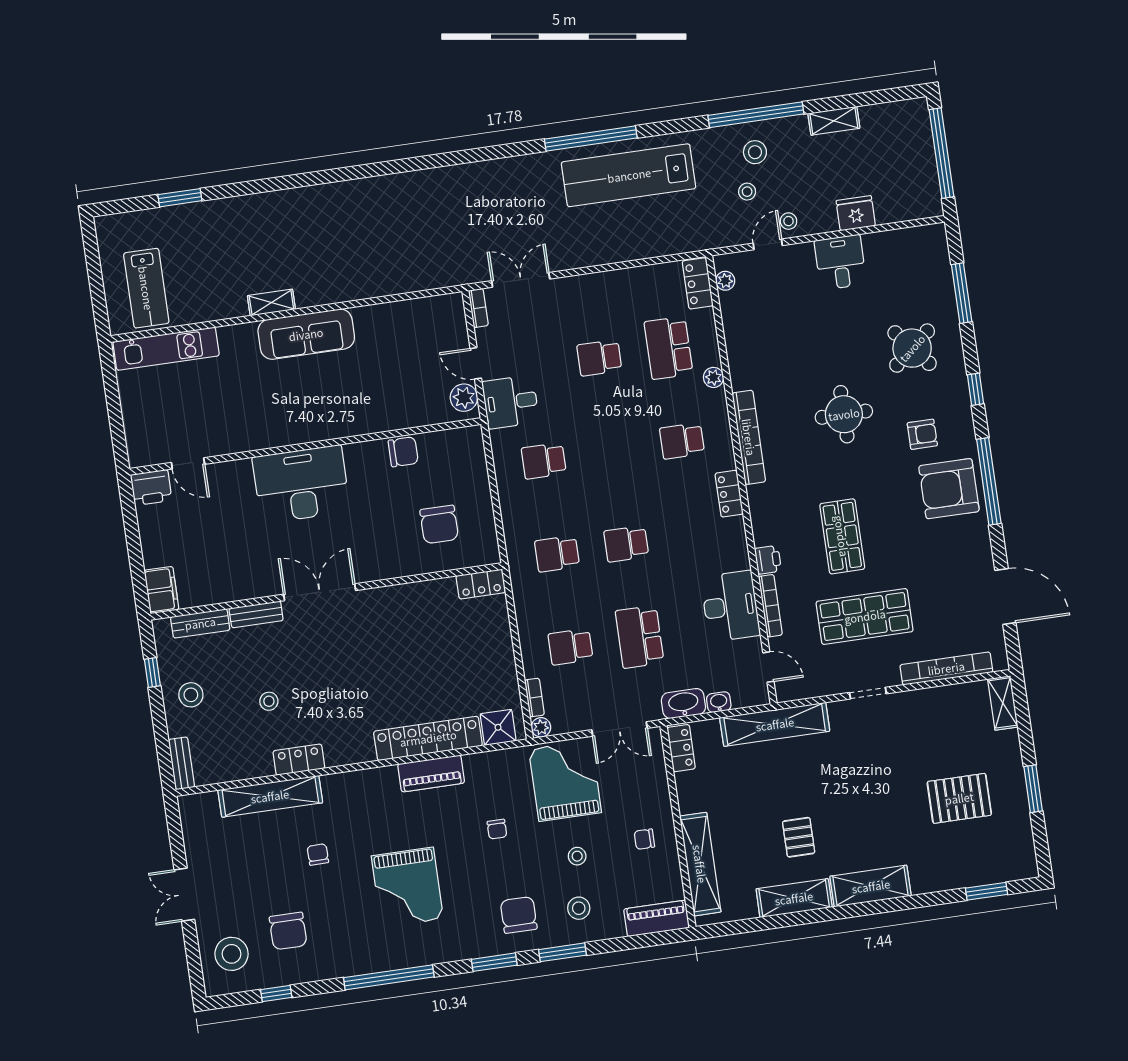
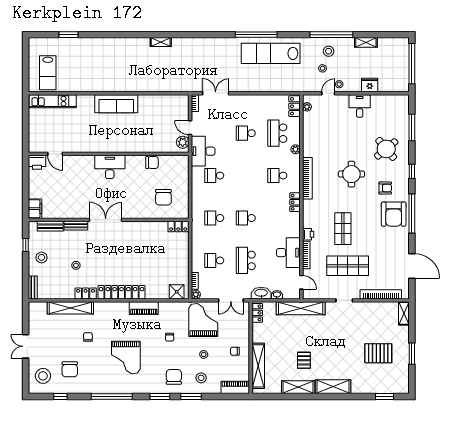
shelving: (271, 303) -> (161, 42), moved
desk: (511, 402) -> (203, 151), width x1.37
desk: (301, 484) -> (110, 167), width x0.73, depth x0.77
armchair: (949, 489) -> (394, 214), turned -90
locker: (428, 738) -> (121, 292), moved

